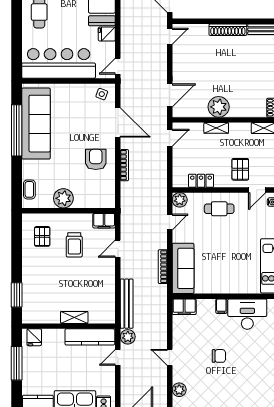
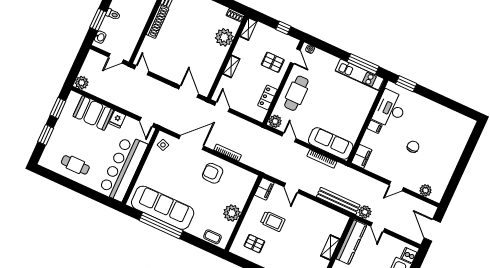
plant: (219, 107) -> (224, 37), moved
cafe table: (219, 209) -> (296, 93), width x1.37, depth x1.35

